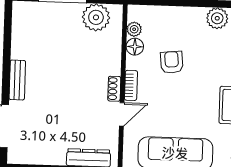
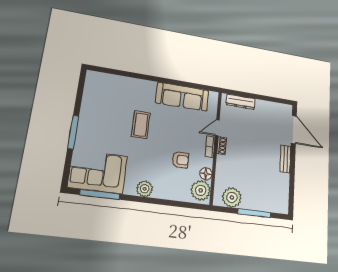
plant: (134, 29) -> (201, 190), width x1.88, depth x1.88
armchair: (172, 62) -> (180, 160), turned -84

